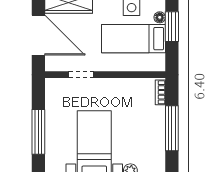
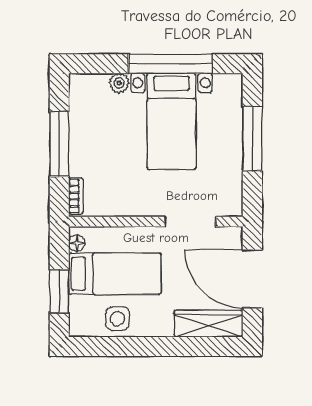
floor lamp: (160, 17) -> (77, 243), moved
doorway: (81, 75) -> (190, 222), width x1.38

